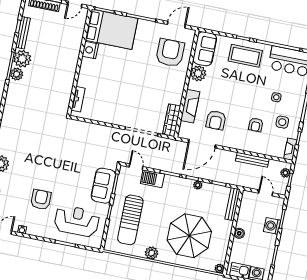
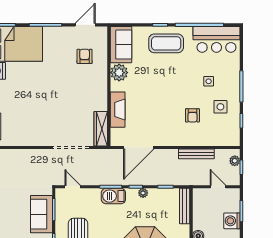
armchair: (170, 53) -> (85, 56), width x0.53, depth x0.53
armchair: (216, 120) -> (149, 119), removed
fireplace: (290, 149) -> (235, 134), removed
barbecue: (152, 179) -> (113, 196), moved

